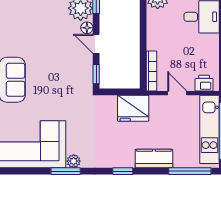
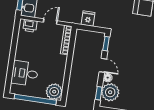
door: (177, 93) -> (50, 22), swing flipped
fridge: (133, 108) -> (88, 19), width x0.53, depth x0.75

